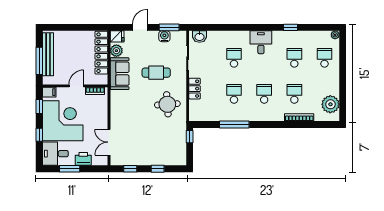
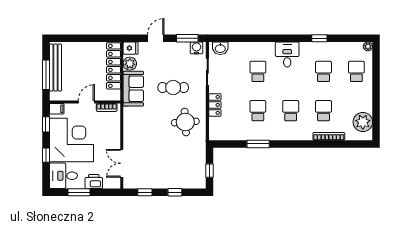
water cooler: (164, 36) -> (197, 48), moved
window: (234, 124) -> (258, 144), width x0.69
window: (190, 137) -> (210, 171), moved

